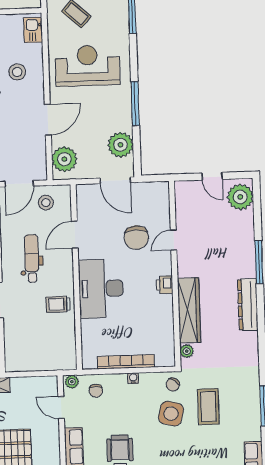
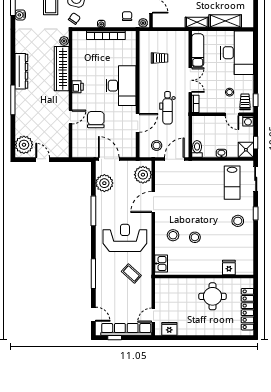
reception desk: (88, 66) -> (125, 238), turned 180
trolley: (58, 304) -> (159, 58), moved
water cooler: (253, 387) -> (20, 15), added

